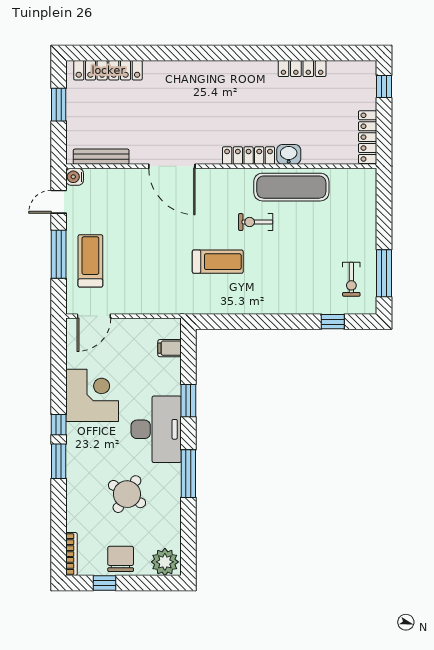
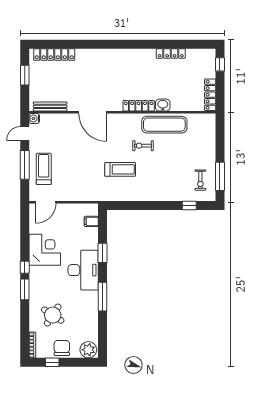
round table: (127, 494) -> (53, 315), moved

